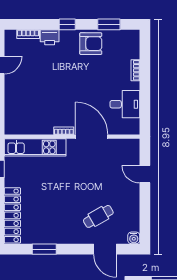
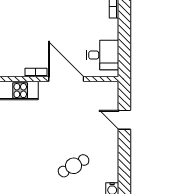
desk: (125, 104) -> (102, 55), moved

